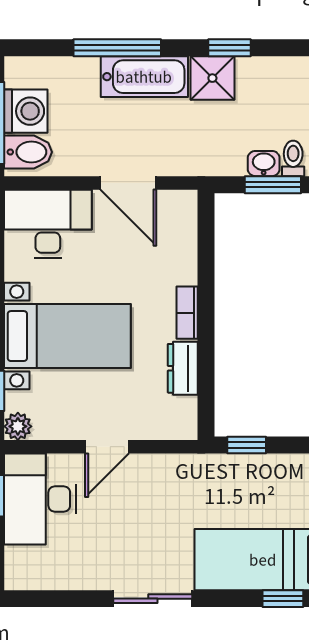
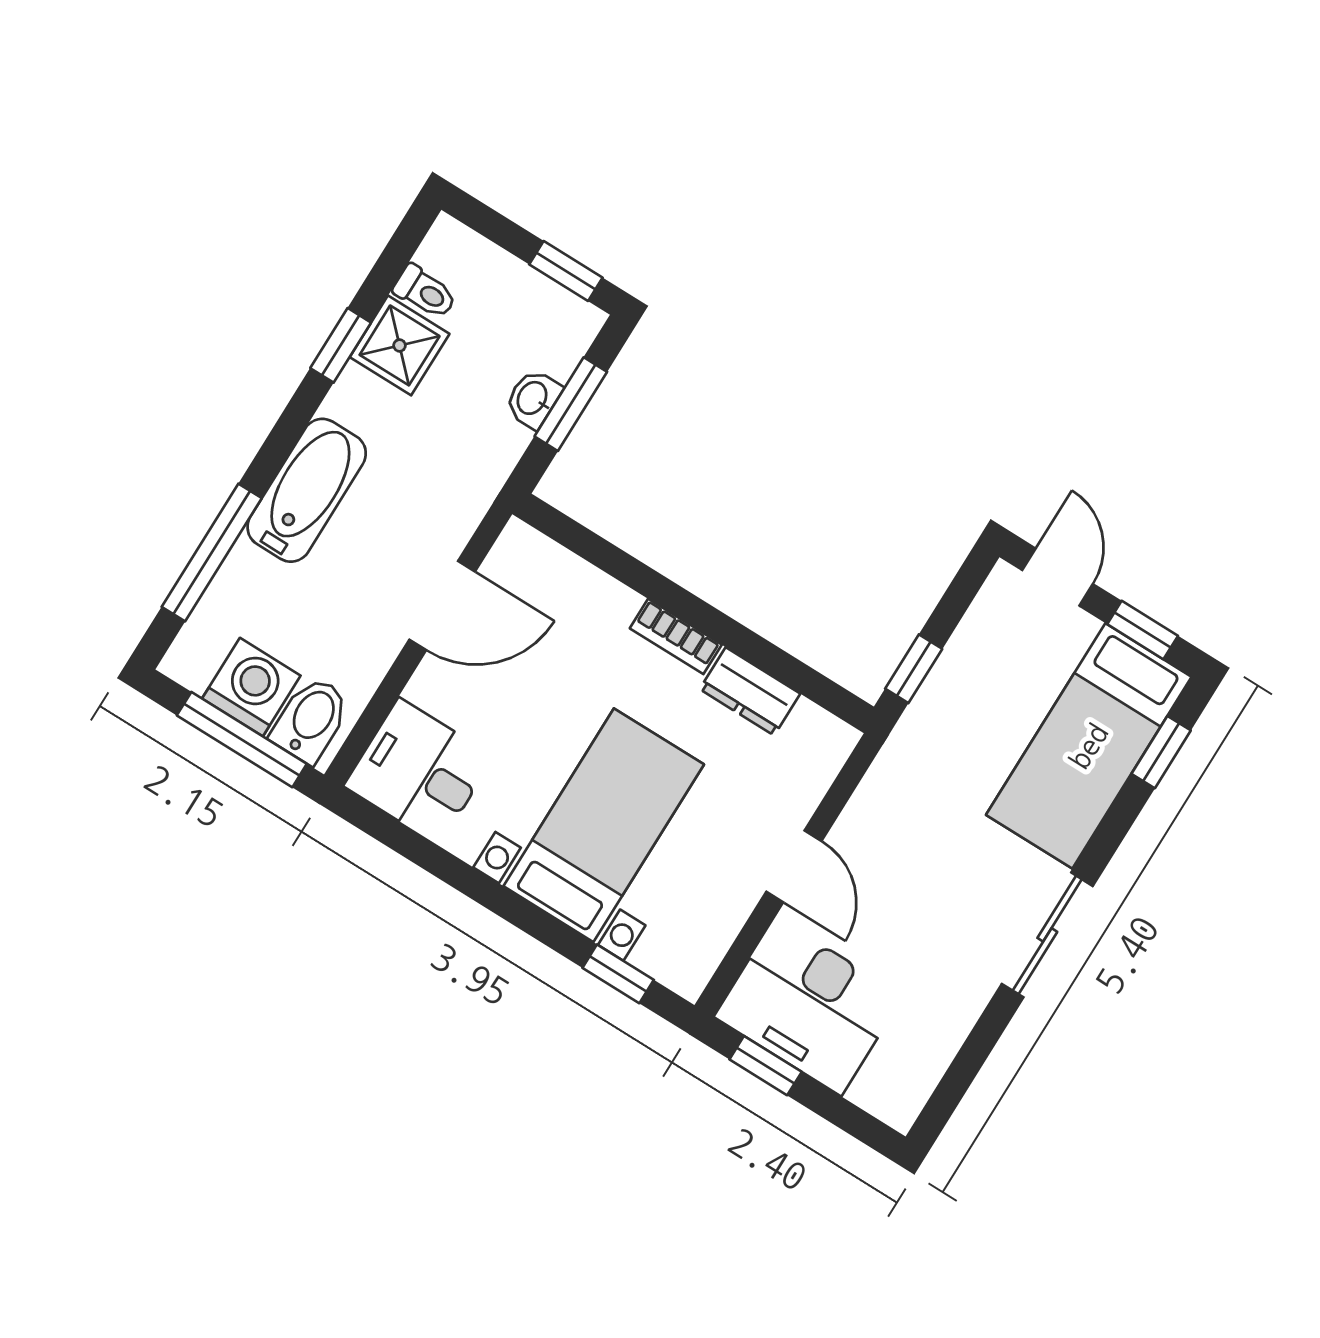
window: (117, 48) -> (212, 552), moved
shower: (212, 78) -> (400, 345), moved
toilet: (293, 158) -> (425, 292), moved, turned 180
desk: (48, 224) -> (419, 771), width x0.73
plant: (18, 426) -> (687, 974), removed

